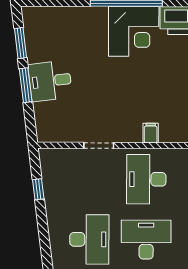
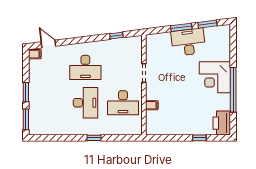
corner desk: (134, 31) -> (215, 77), moved
desk: (50, 81) -> (188, 42), width x1.37
desk: (146, 179) -> (123, 103), turned 180

